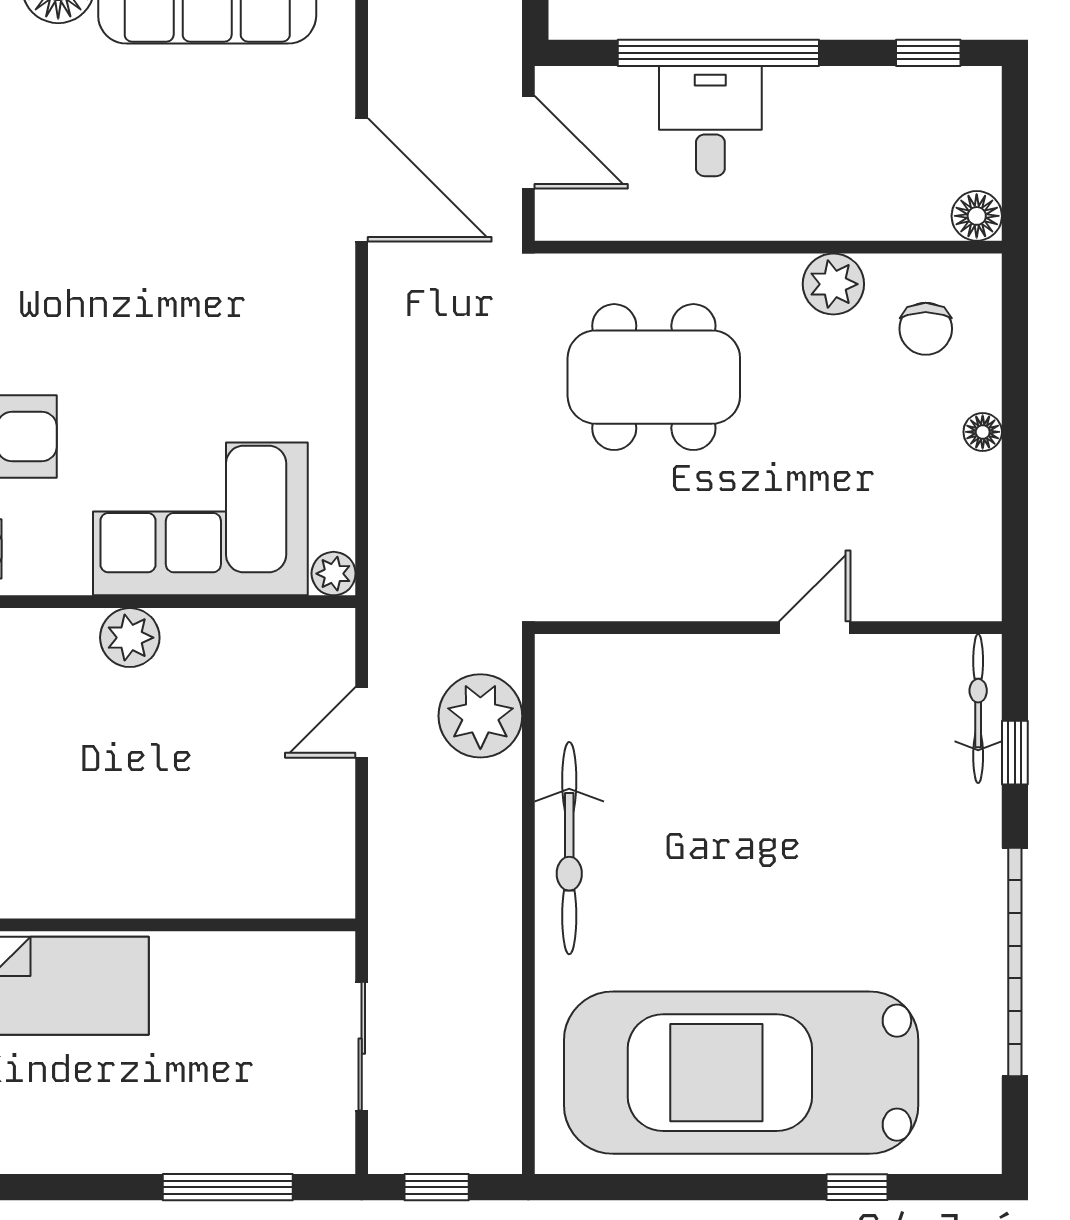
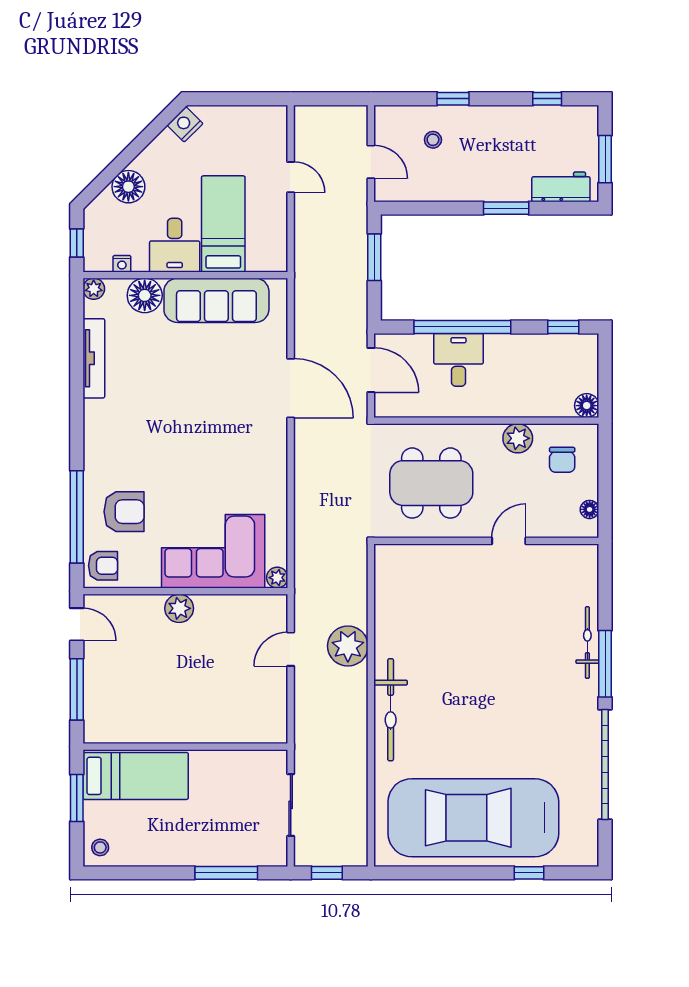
wall: (768, 628) -> (486, 541), moved
door: (815, 628) -> (509, 541), moved
window: (1015, 753) -> (605, 664), width x2.17

